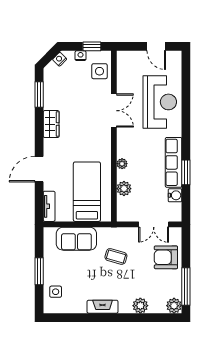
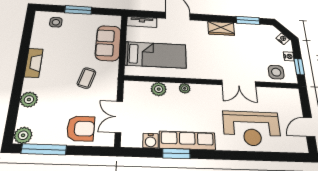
armchair: (166, 257) -> (81, 128), turned 90

